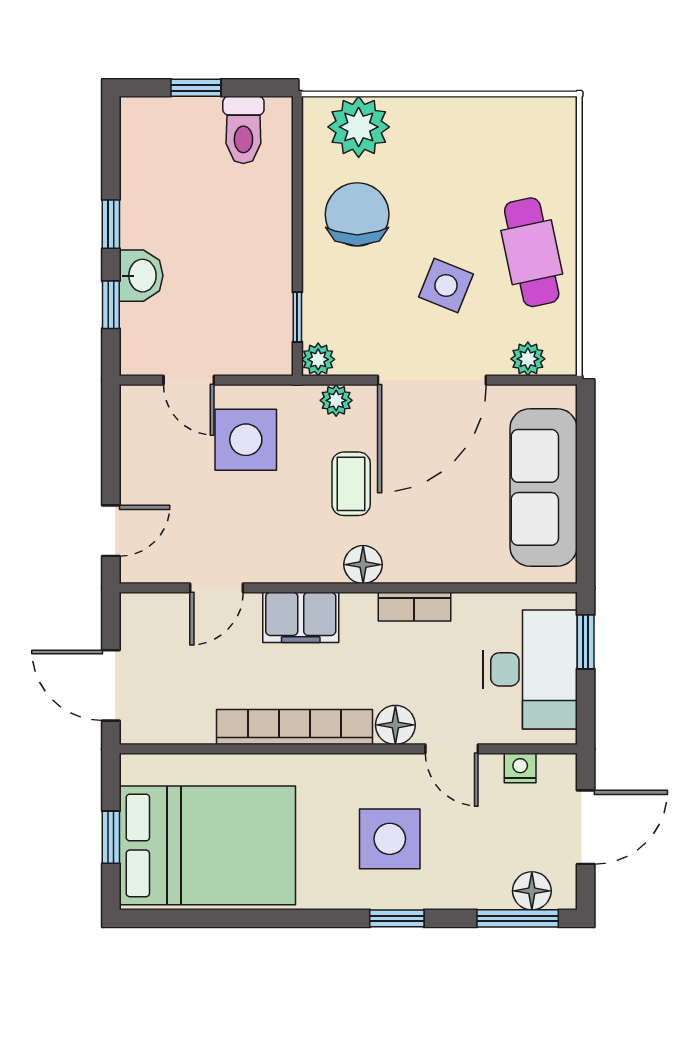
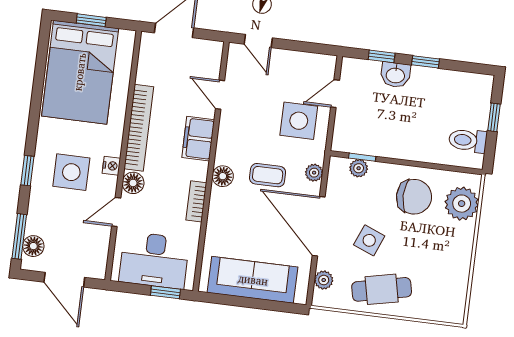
plant: (318, 359) -> (359, 168), moved
nightstand: (520, 768) -> (111, 166), moved

